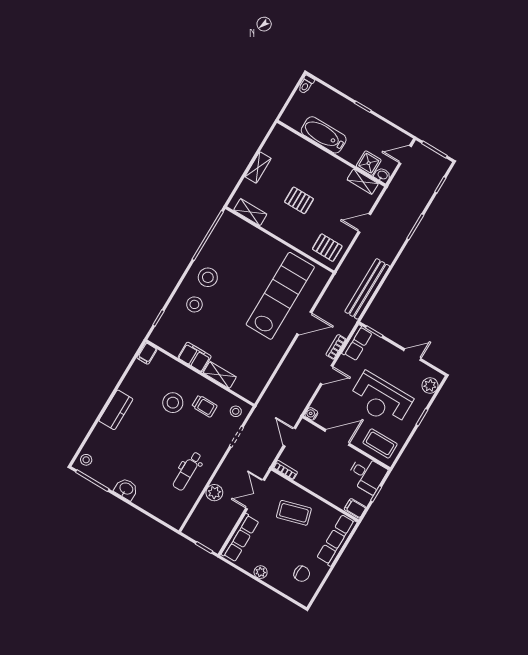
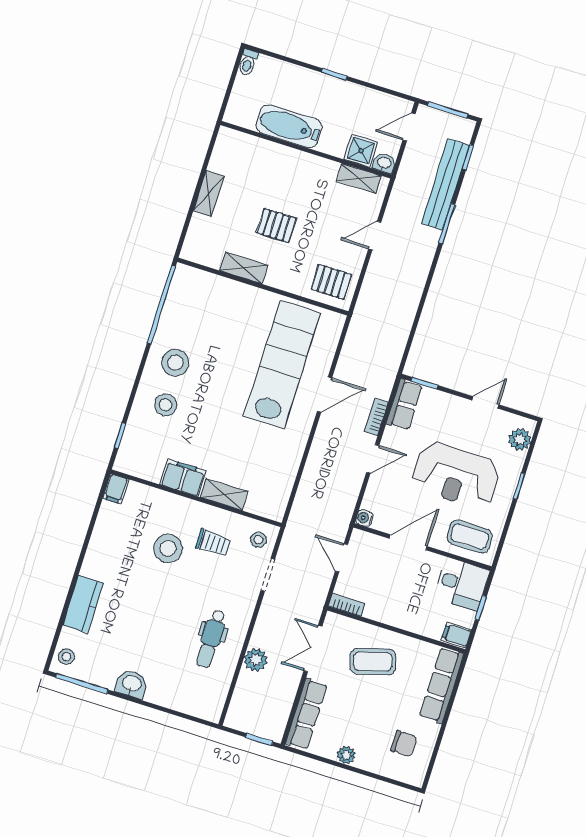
shelving: (250, 212) -> (244, 268), moved
bench: (367, 289) -> (445, 184), moved
kitchen counter: (116, 410) -> (83, 604), moved

